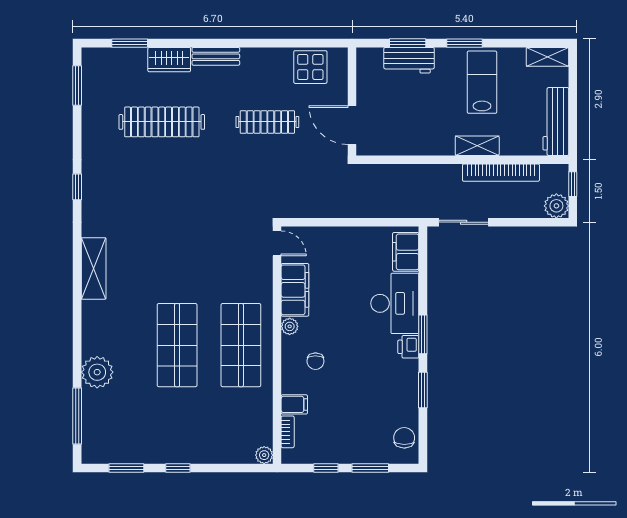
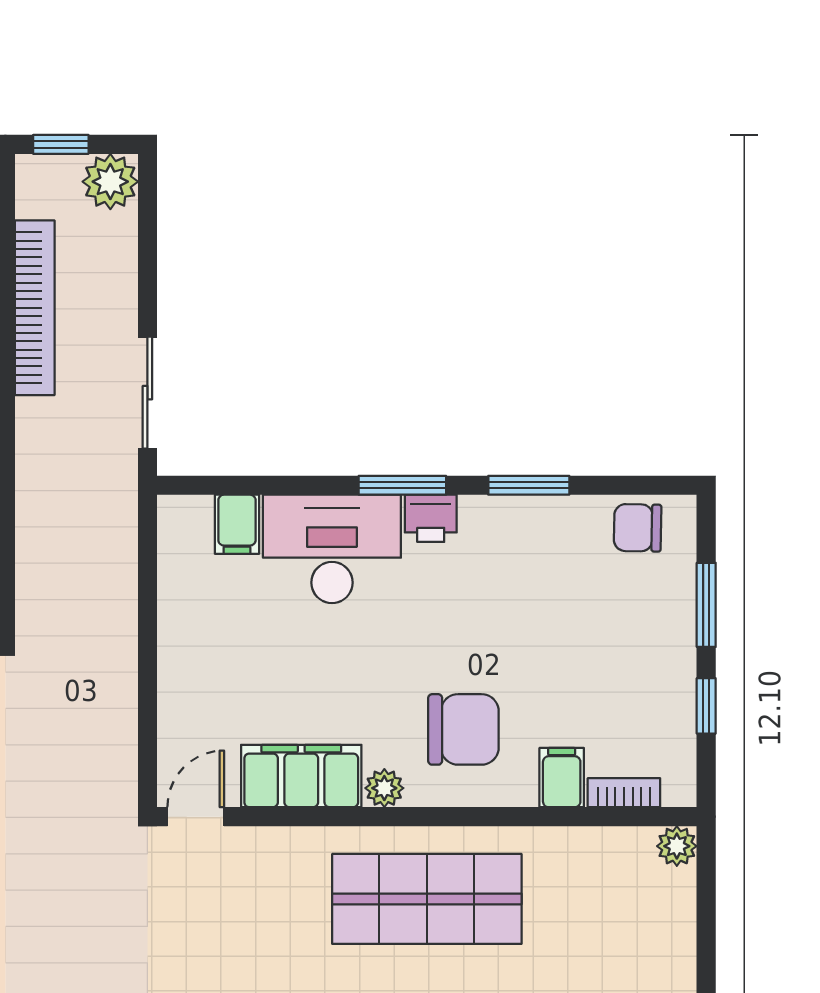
filing cabinet: (406, 252) -> (237, 524), width x0.50
chair: (315, 361) -> (463, 729), width x1.87, depth x1.87

